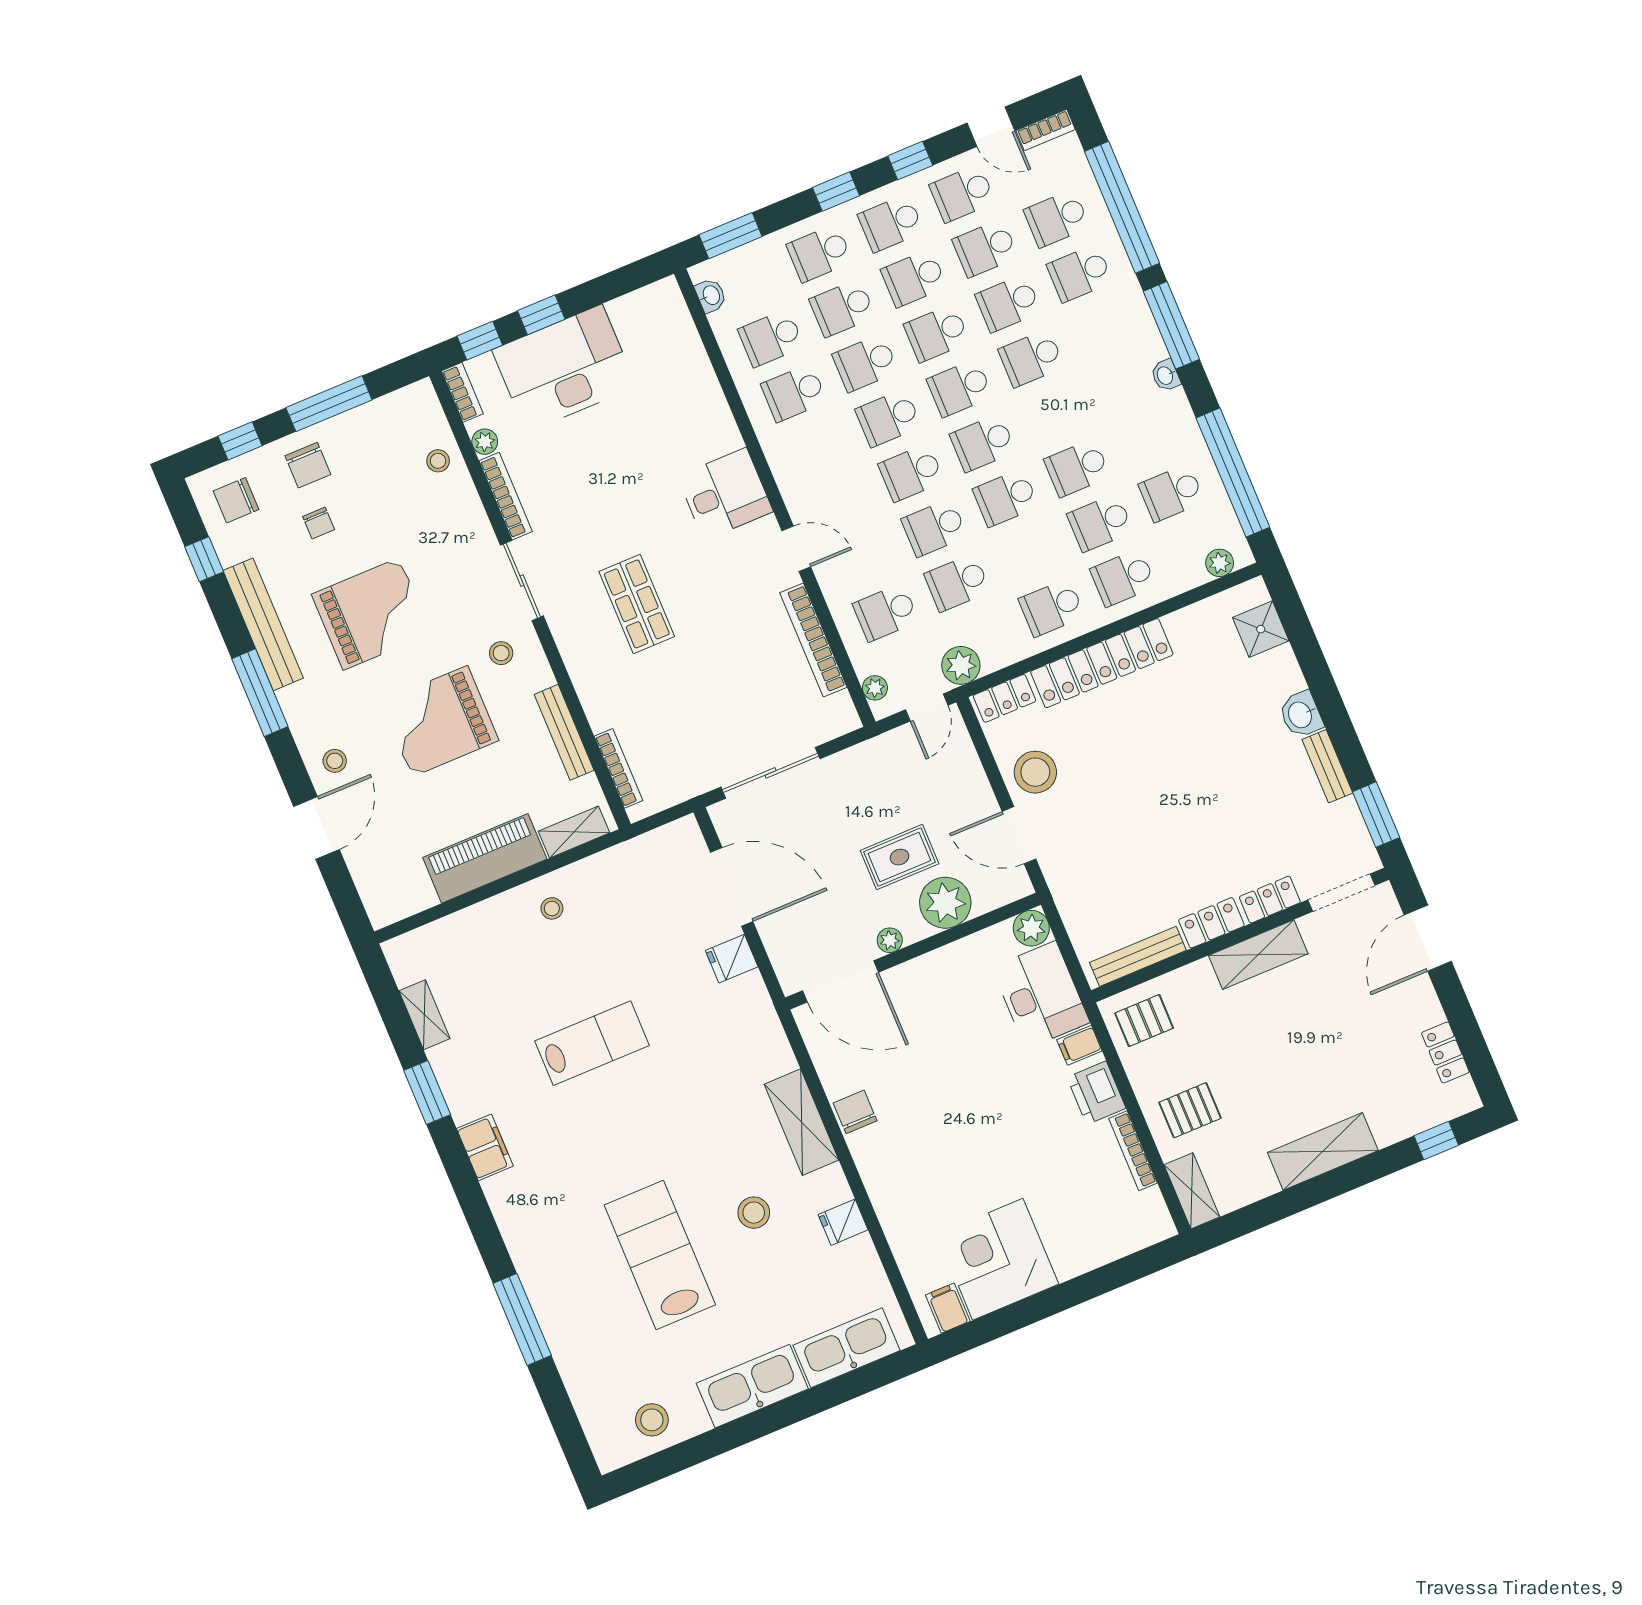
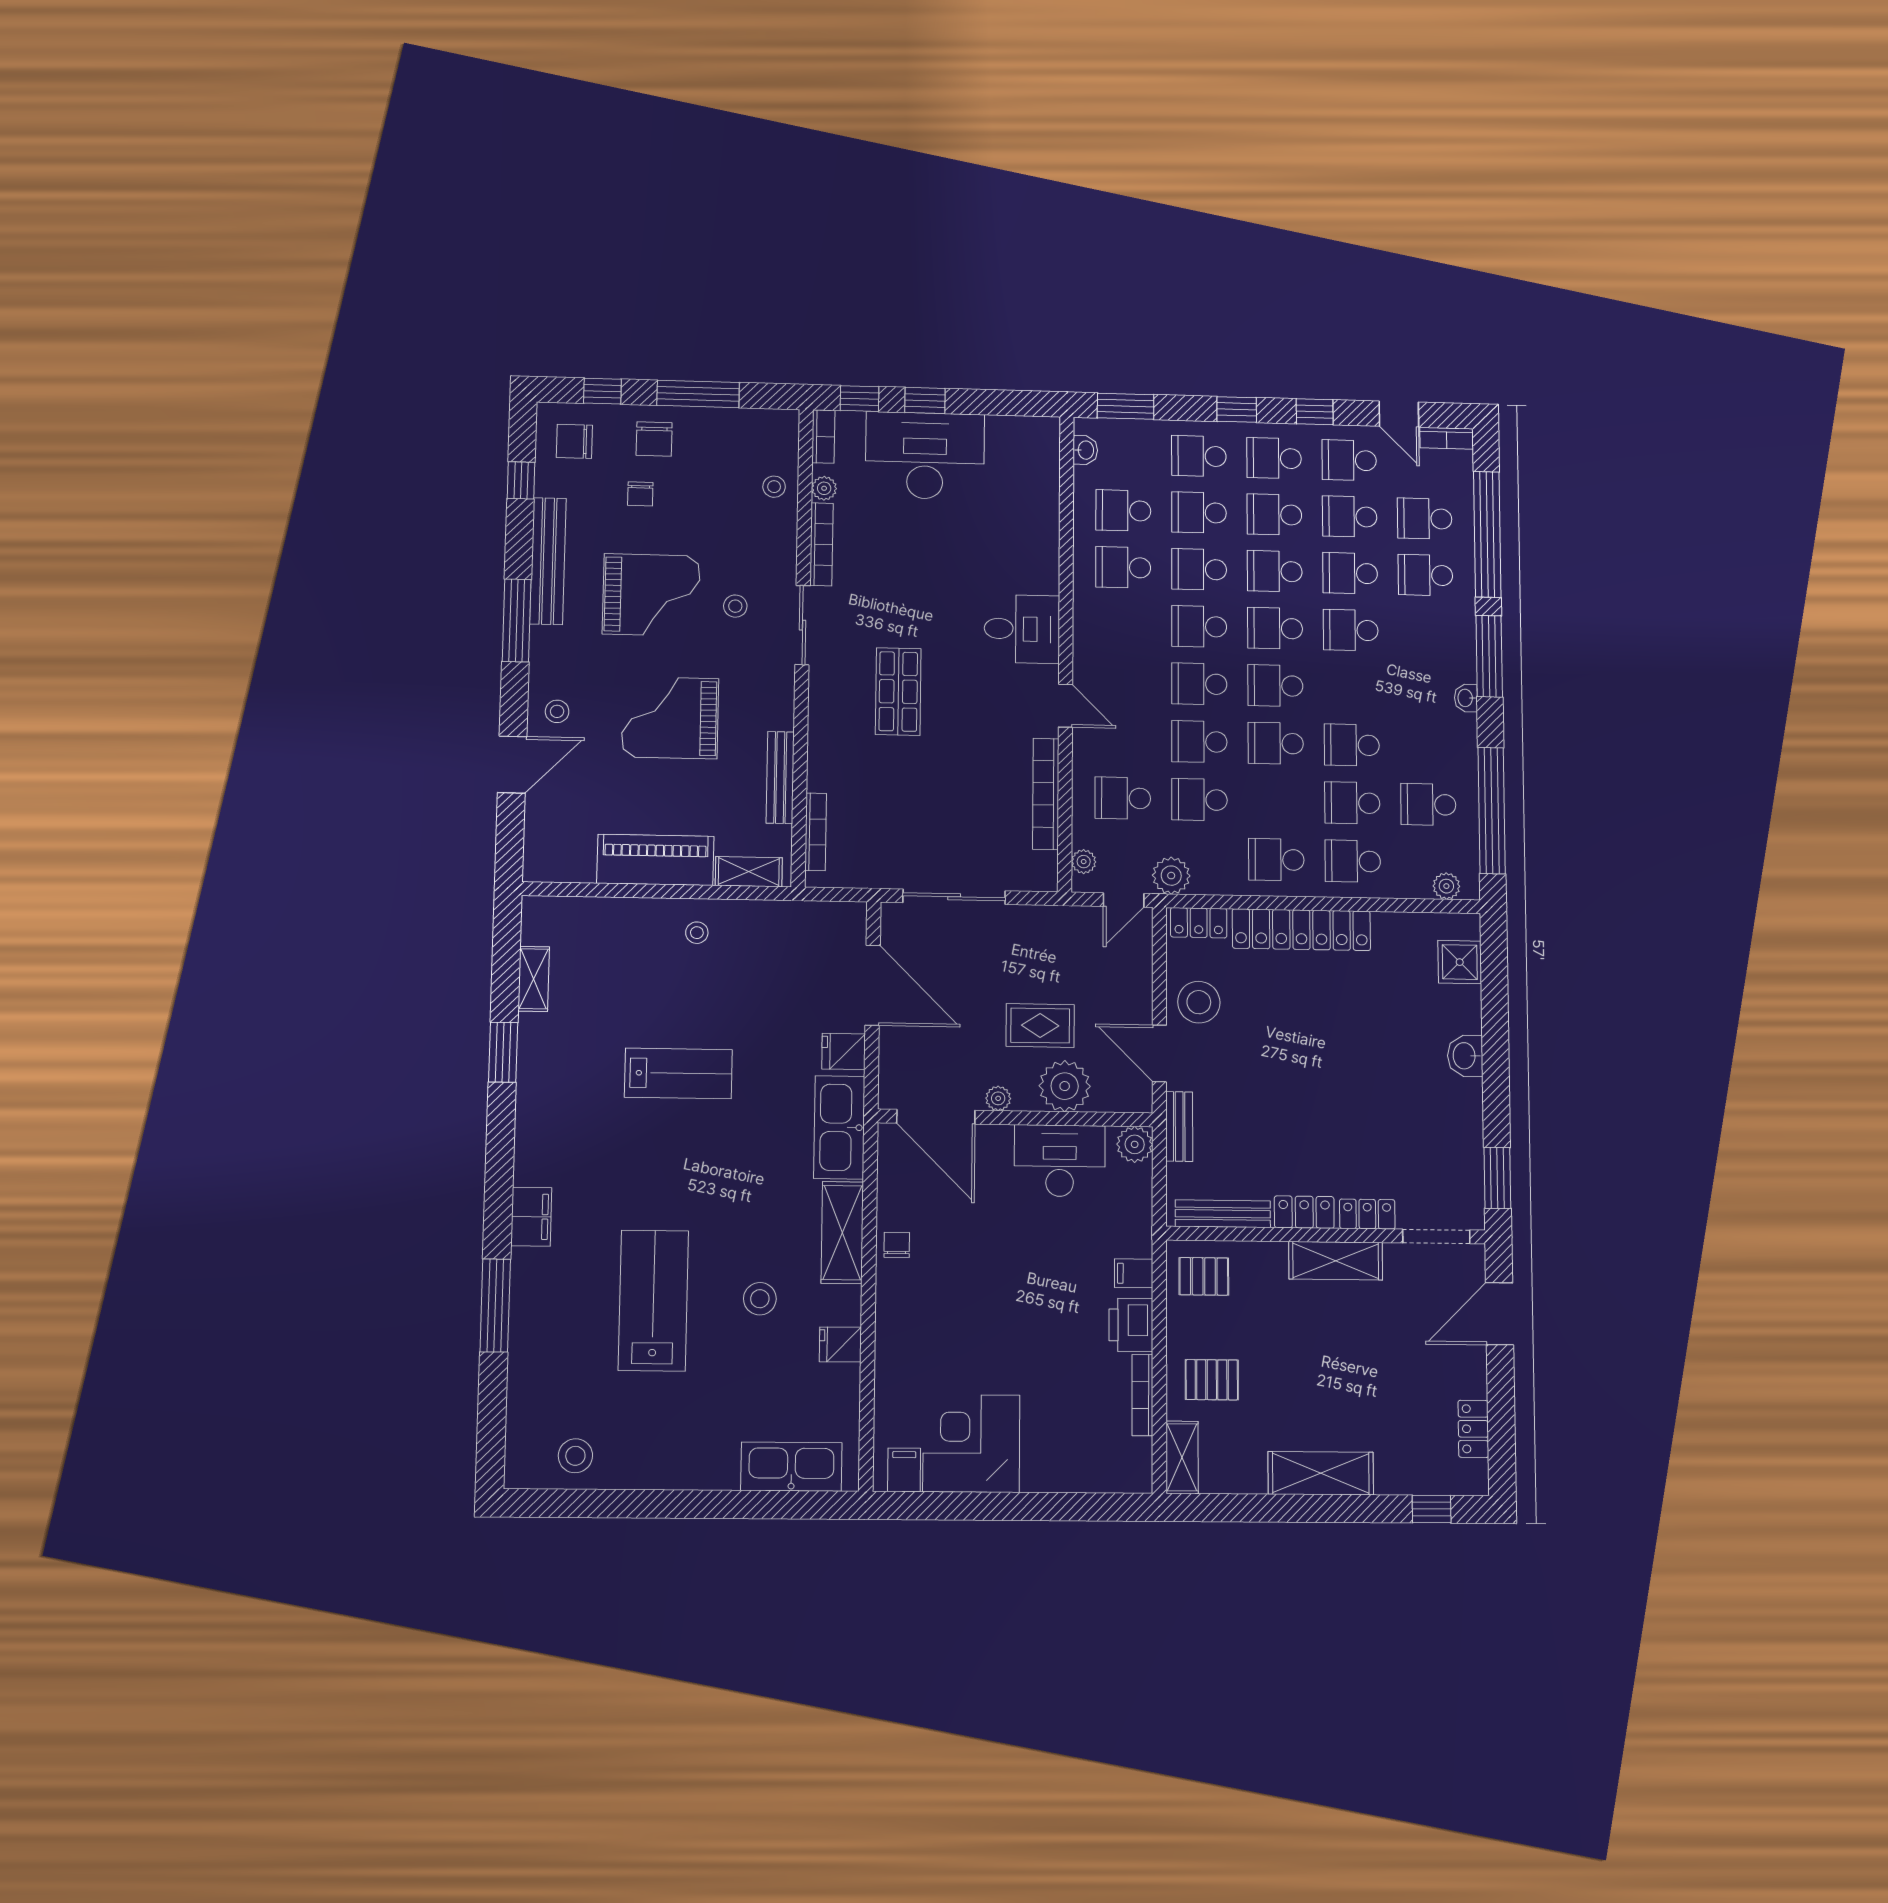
stool: (501, 653) -> (735, 606), moved
bench: (1327, 766) -> (1179, 1126), moved
desk: (1041, 995) -> (1060, 1161), moved, turned -90
chair: (855, 1112) -> (897, 1245), width x0.73, depth x0.73
filing cabinet: (485, 1147) -> (531, 1217), moved
kitchen sink: (752, 1386) -> (839, 1127), moved, turned -90

